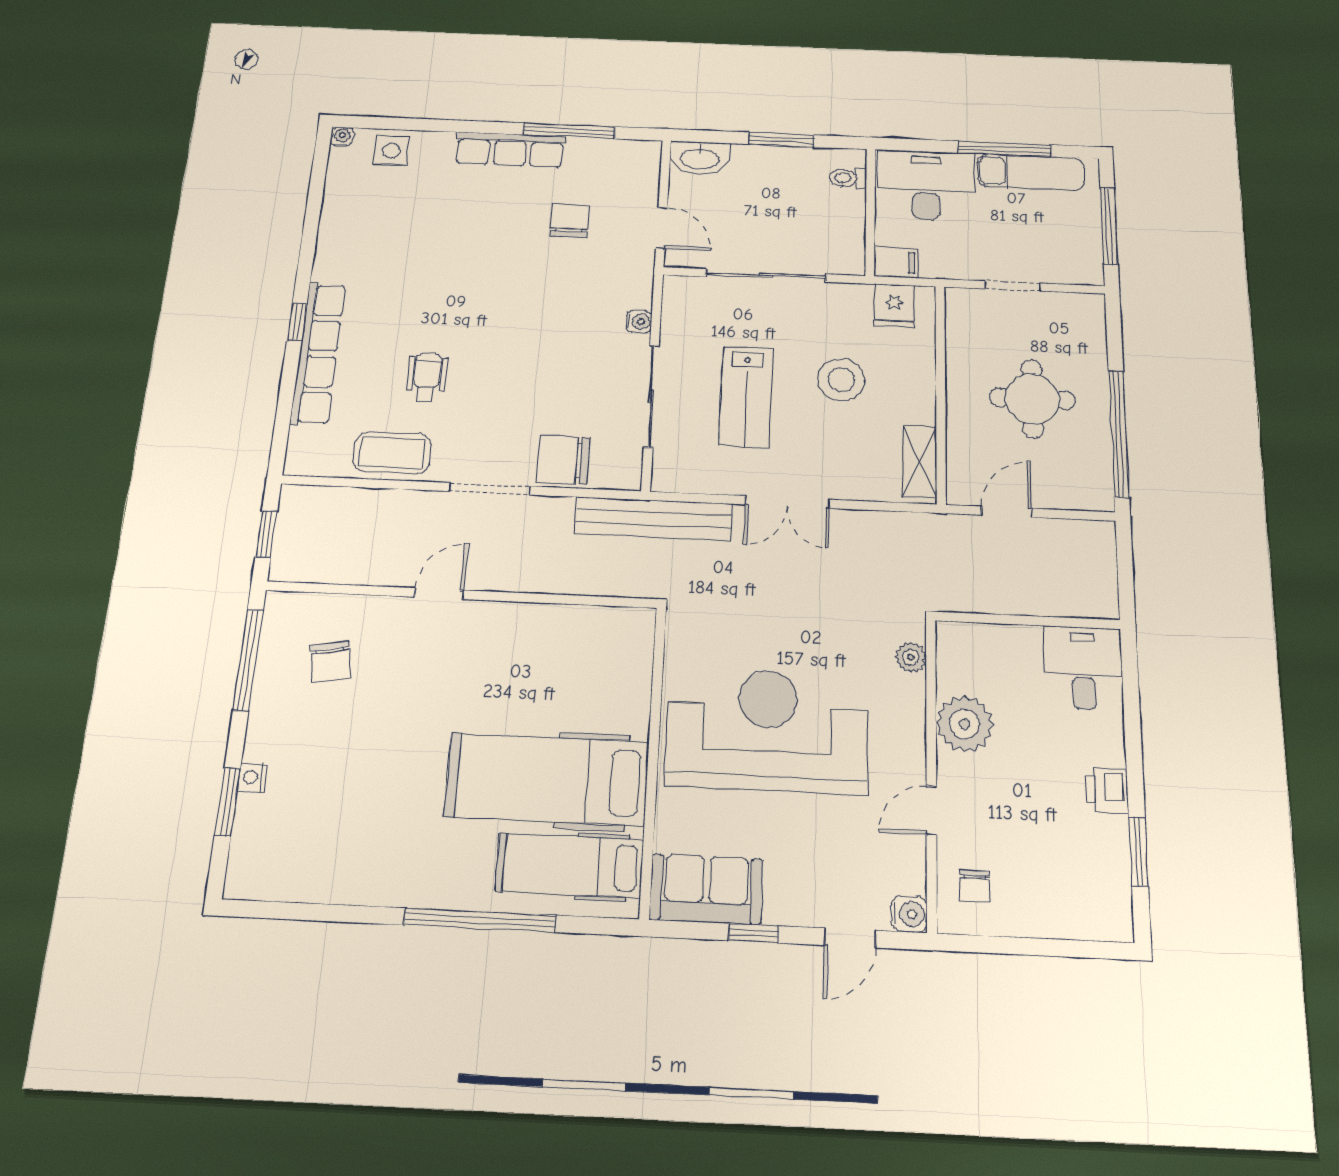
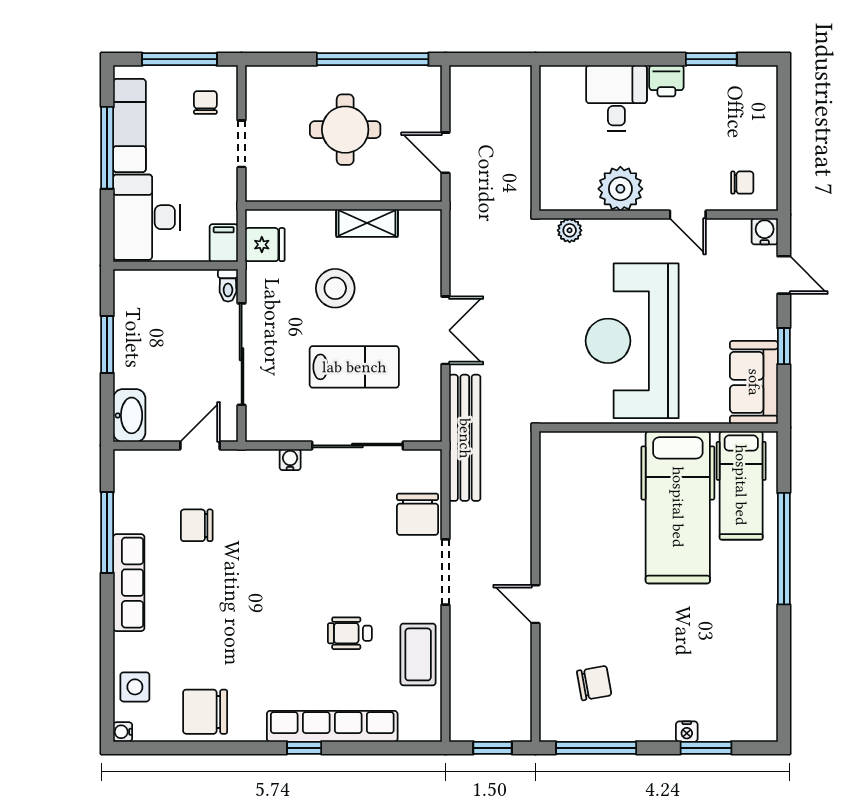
toilet: (848, 178) -> (228, 285), moved
chair: (354, 220) -> (205, 712), added
chair: (1060, 250) -> (205, 102), added
shelving: (920, 461) -> (367, 223), moved
desk: (1083, 668) -> (616, 98), moved, turned 90

